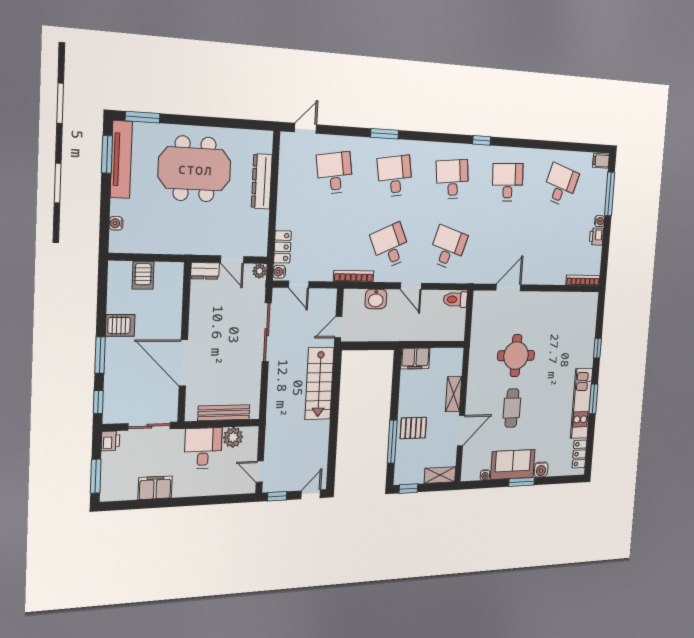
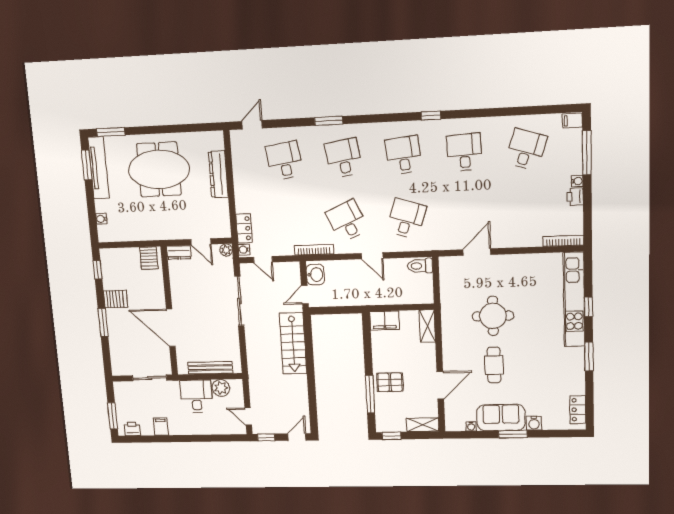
server rack: (143, 275) -> (149, 258), moved
washbasin: (376, 299) -> (315, 275), moved, turned -90
shelving: (454, 394) -> (427, 326), moved
window: (98, 402) -> (98, 270), moved
kitchen unit: (581, 403) -> (574, 300), moved, width x1.36
printer: (111, 441) -> (132, 429), moved, turned -90
filing cabinet: (155, 488) -> (161, 427), width x0.50

